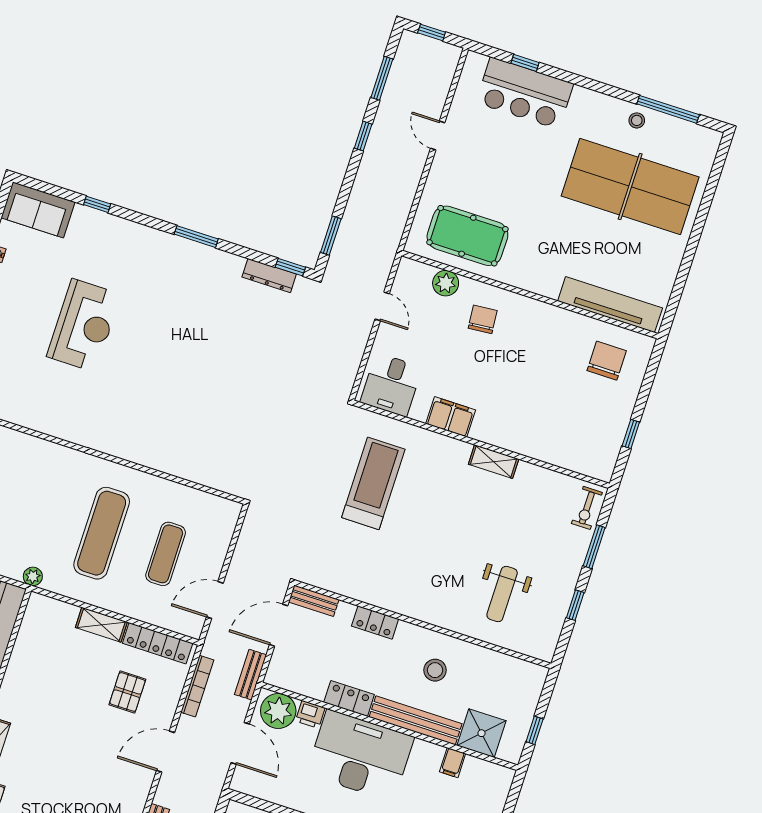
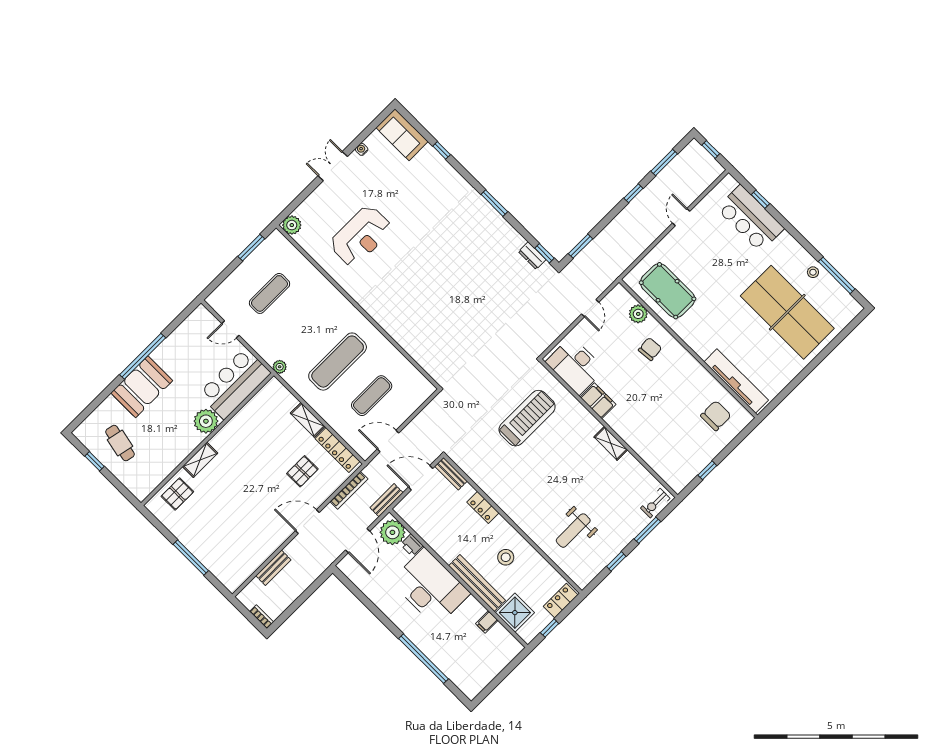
dresser: (269, 276) -> (532, 256), width x0.70
reception desk: (84, 325) -> (361, 236), moved
desk: (391, 385) -> (575, 366), width x1.37
locker: (349, 698) -> (561, 601), moved, turned -90

